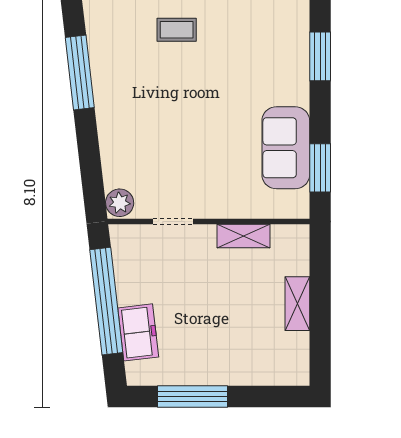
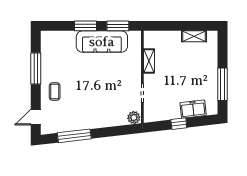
window: (320, 56) -> (85, 26), moved
sofa: (286, 148) -> (102, 42), width x1.36
window: (106, 301) -> (179, 124), width x0.32
shelving: (297, 304) -> (194, 36), moved

